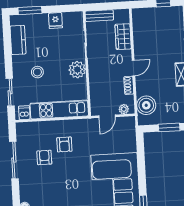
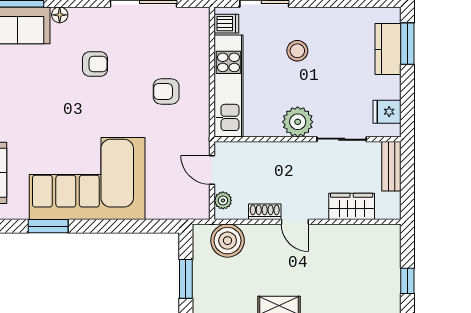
fridge: (55, 21) -> (387, 112), moved
kitchen counter: (18, 40) -> (388, 49), moved, turned 90
armchair: (44, 157) -> (95, 64), moved

